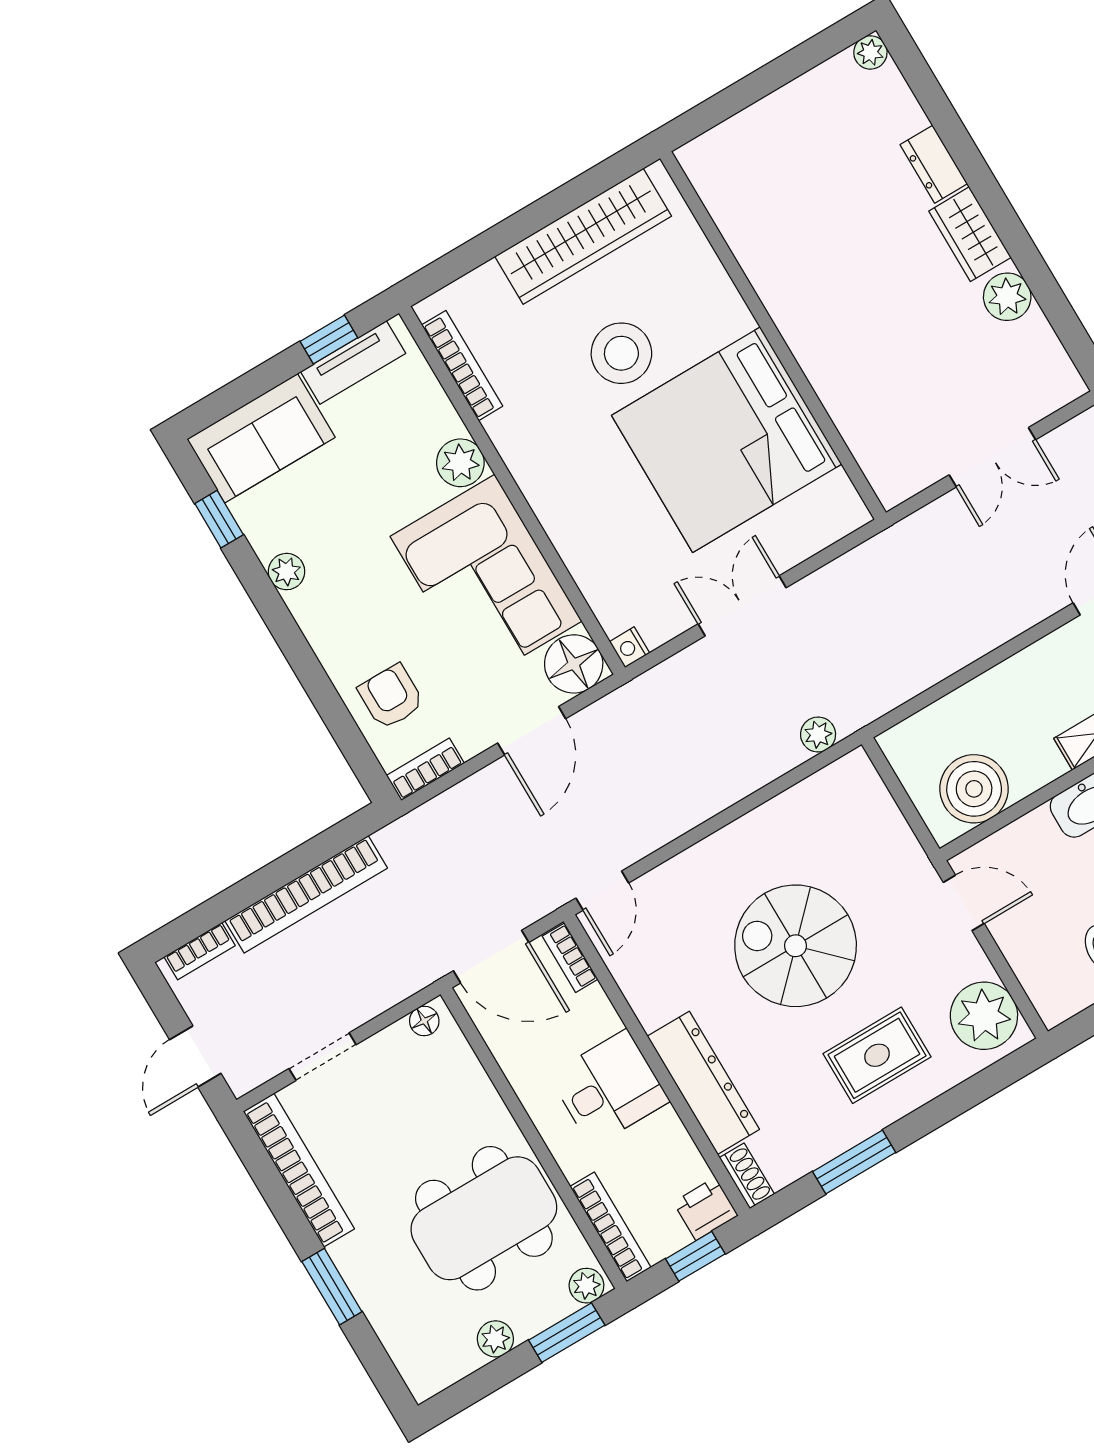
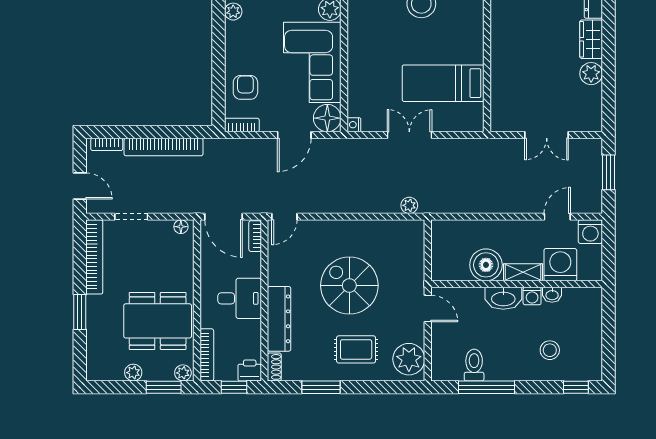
bed: (727, 440) -> (443, 83), width x0.49
boiler: (974, 789) -> (486, 265), moved
door: (195, 1056) -> (80, 186), swing flipped

